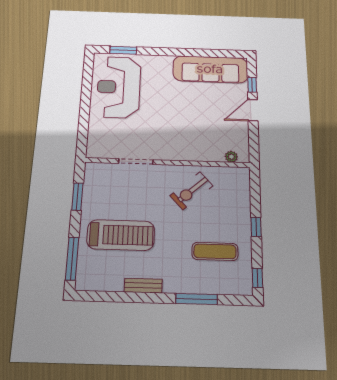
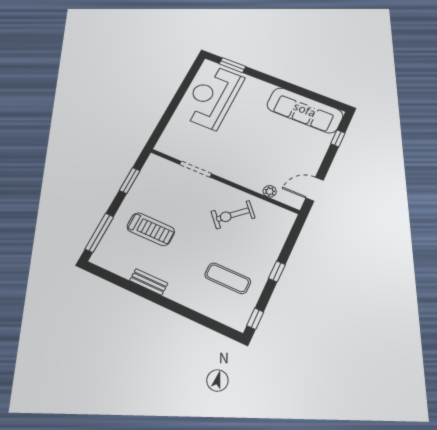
door: (253, 110) -> (315, 189), moved
plant: (231, 157) -> (270, 191), moved
treadmill: (121, 235) -> (151, 229), width x0.73, depth x0.73
window: (197, 299) -> (190, 314), removed

